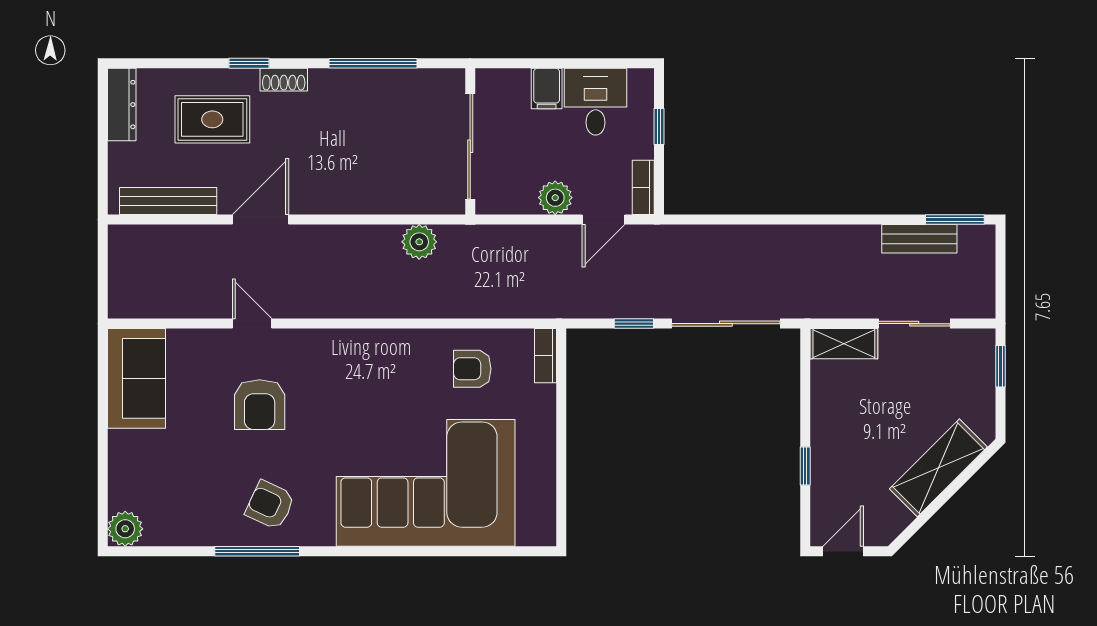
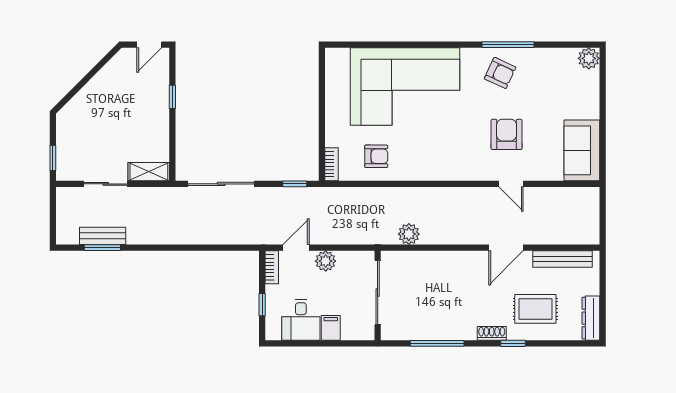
window: (955, 219) -> (102, 248), moved
window: (634, 324) -> (295, 184), moved
shelving: (938, 468) -> (91, 96), removed

